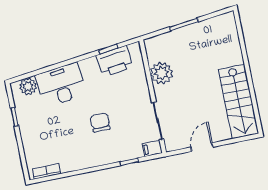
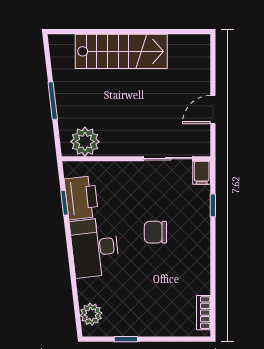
plant: (161, 73) -> (85, 142), moved
desk: (61, 85) -> (95, 248), moved
stairs: (238, 101) -> (121, 51), moved
door: (202, 147) -> (213, 109), hinge flipped

